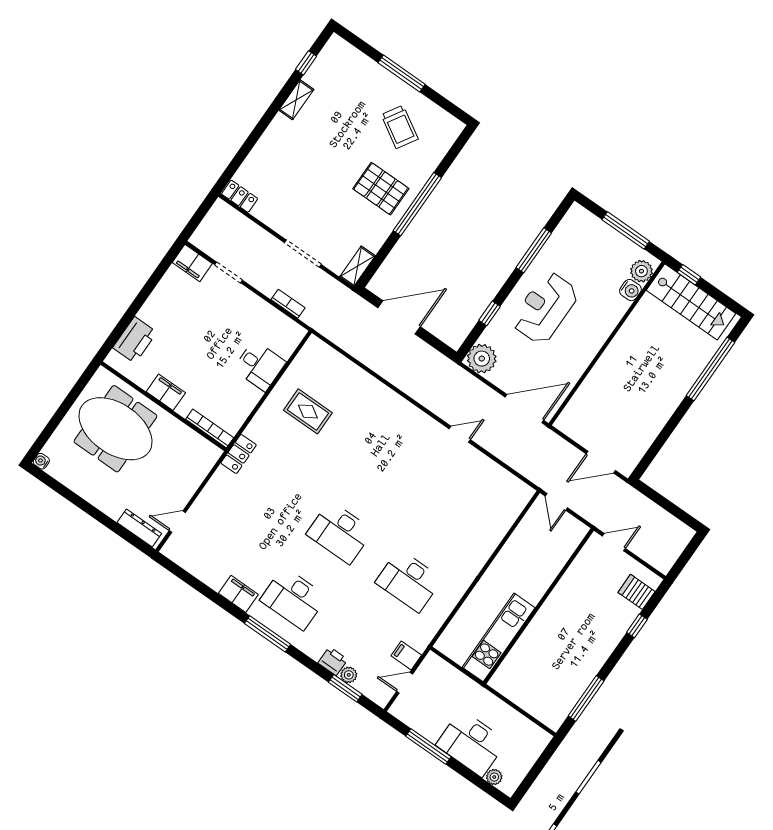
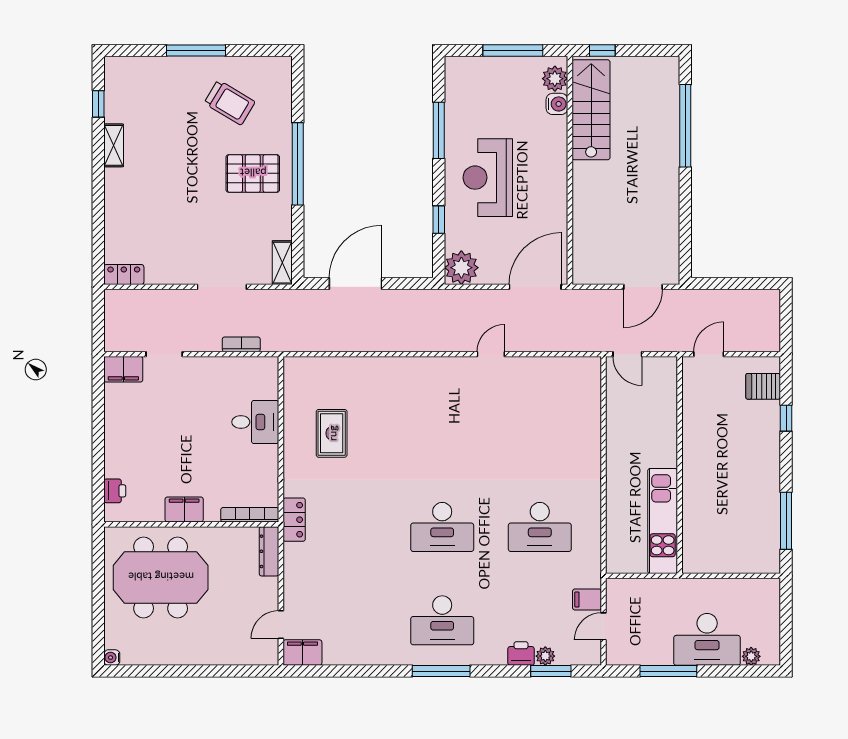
stairs: (691, 302) -> (591, 110), moved, turned -90
printer: (135, 340) -> (115, 491), width x0.53, depth x0.68
rug: (308, 411) -> (332, 433), turned 90
dresser: (139, 528) -> (269, 551), moved, turned -90
filing cabinet: (238, 594) -> (302, 653), moved

